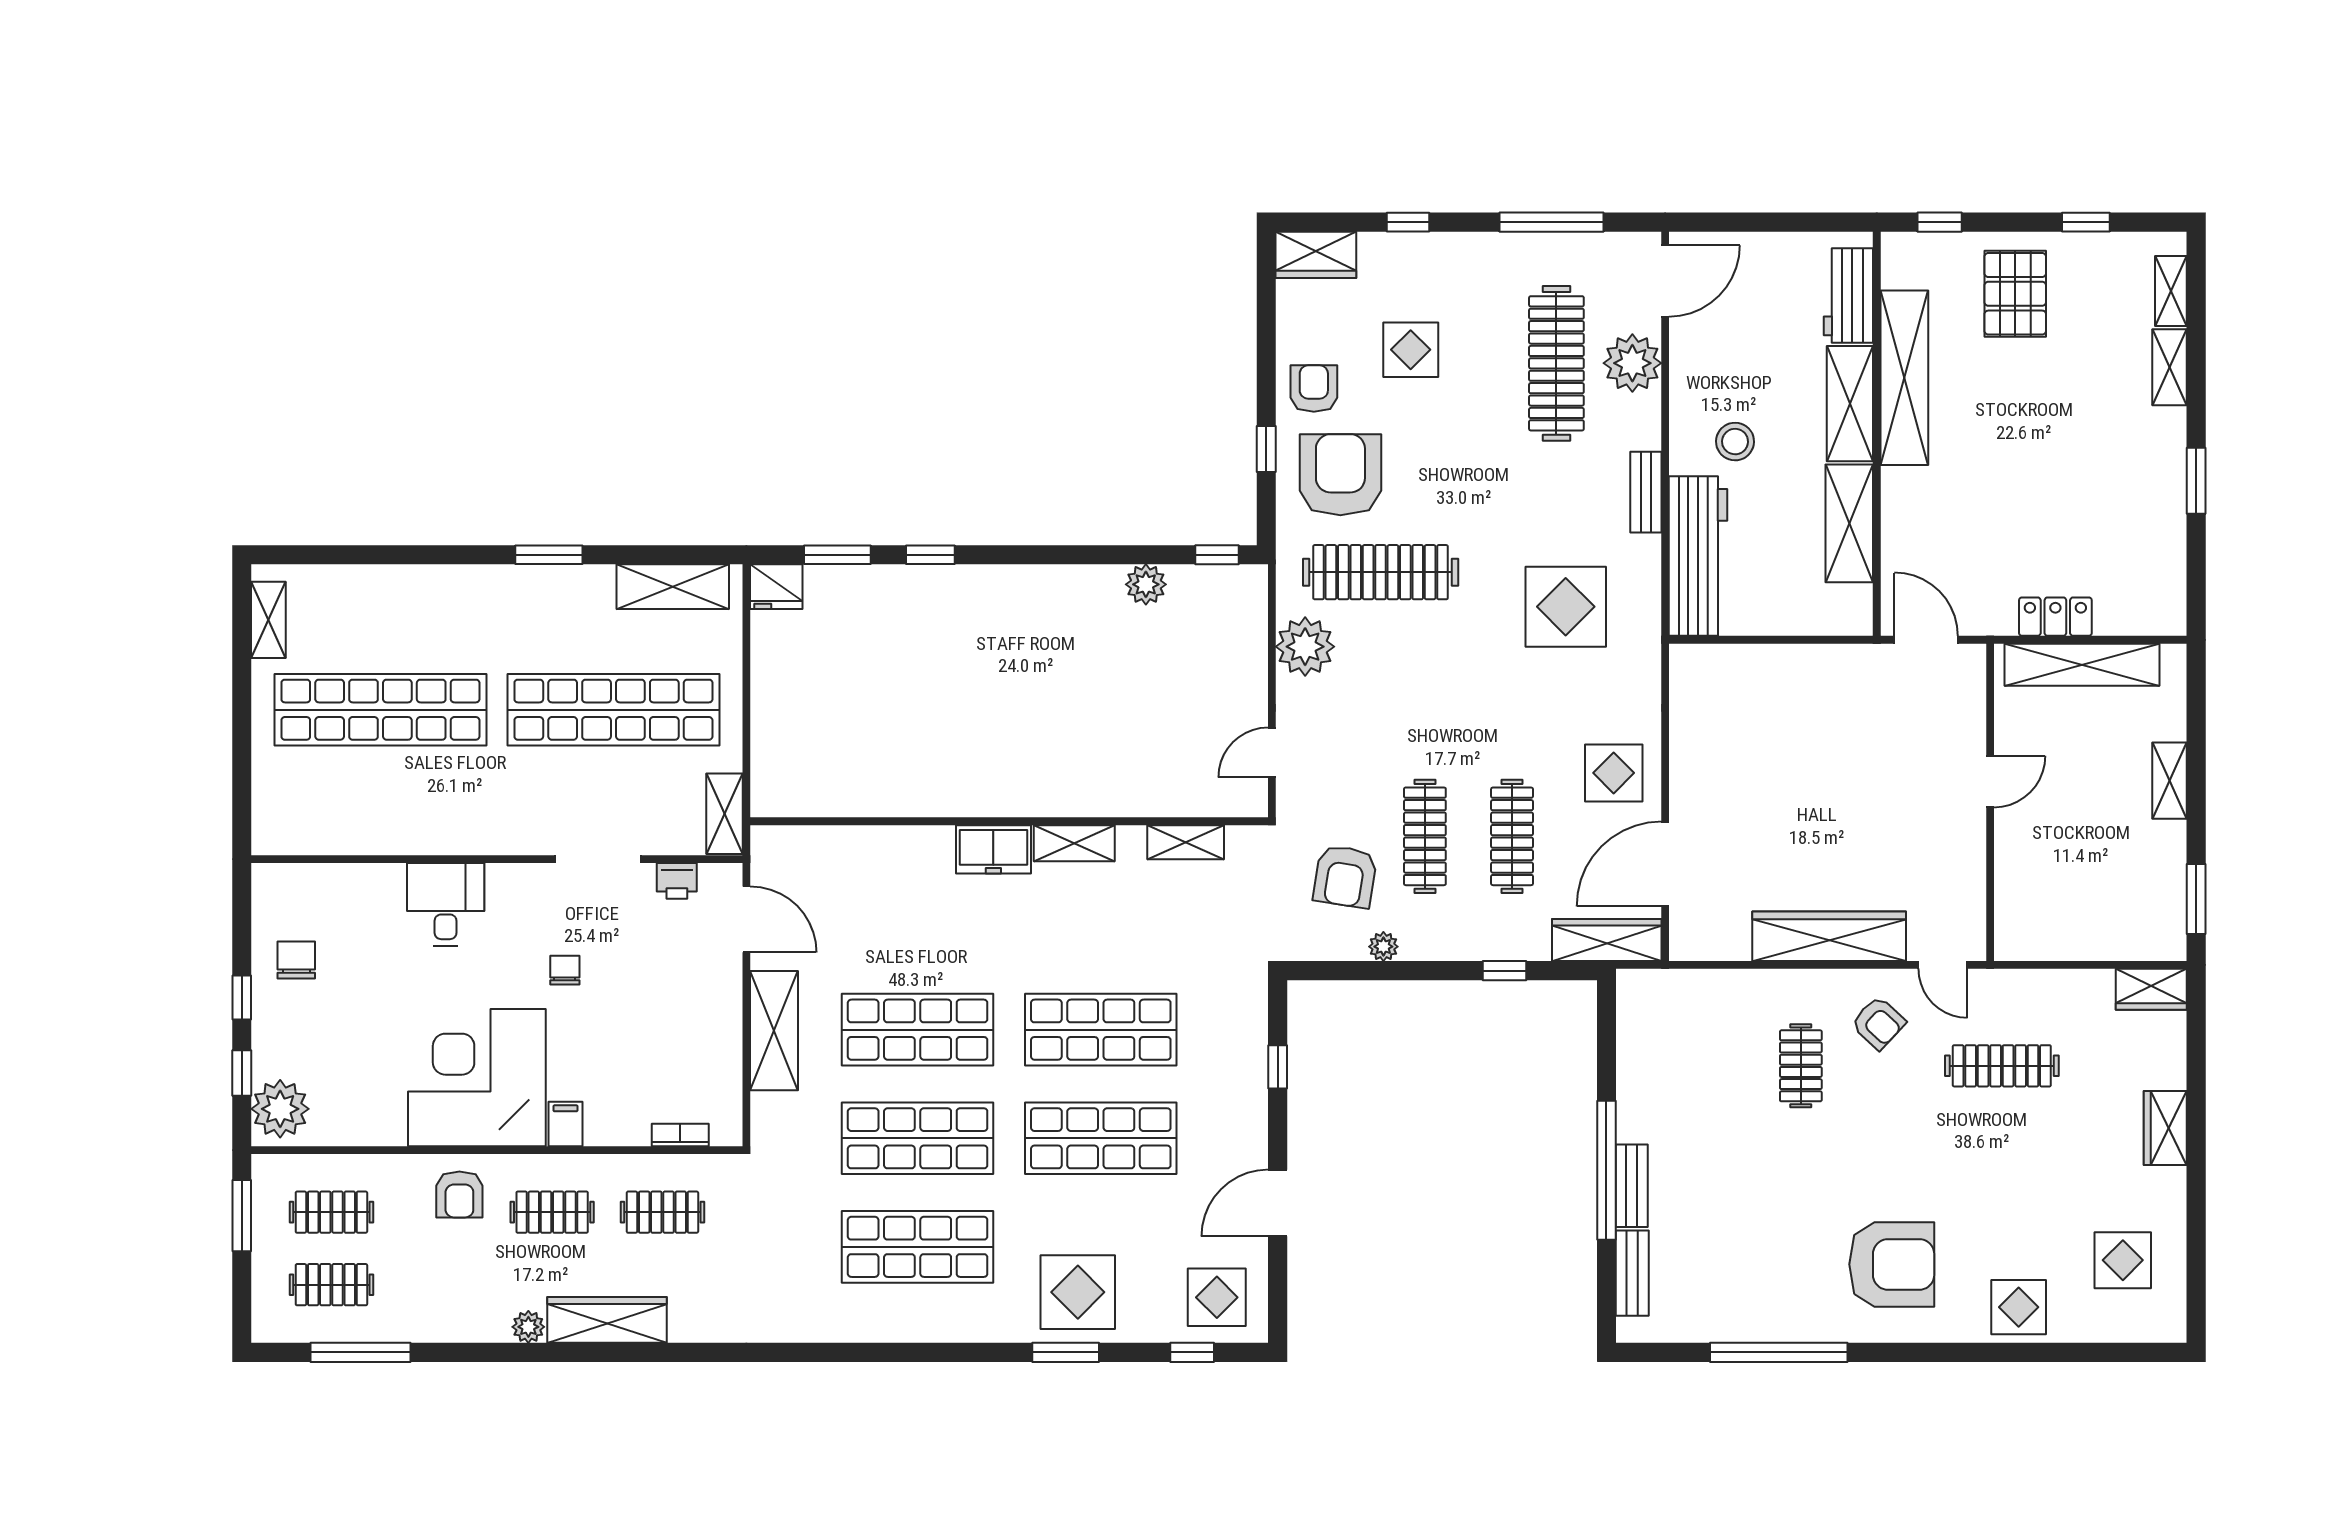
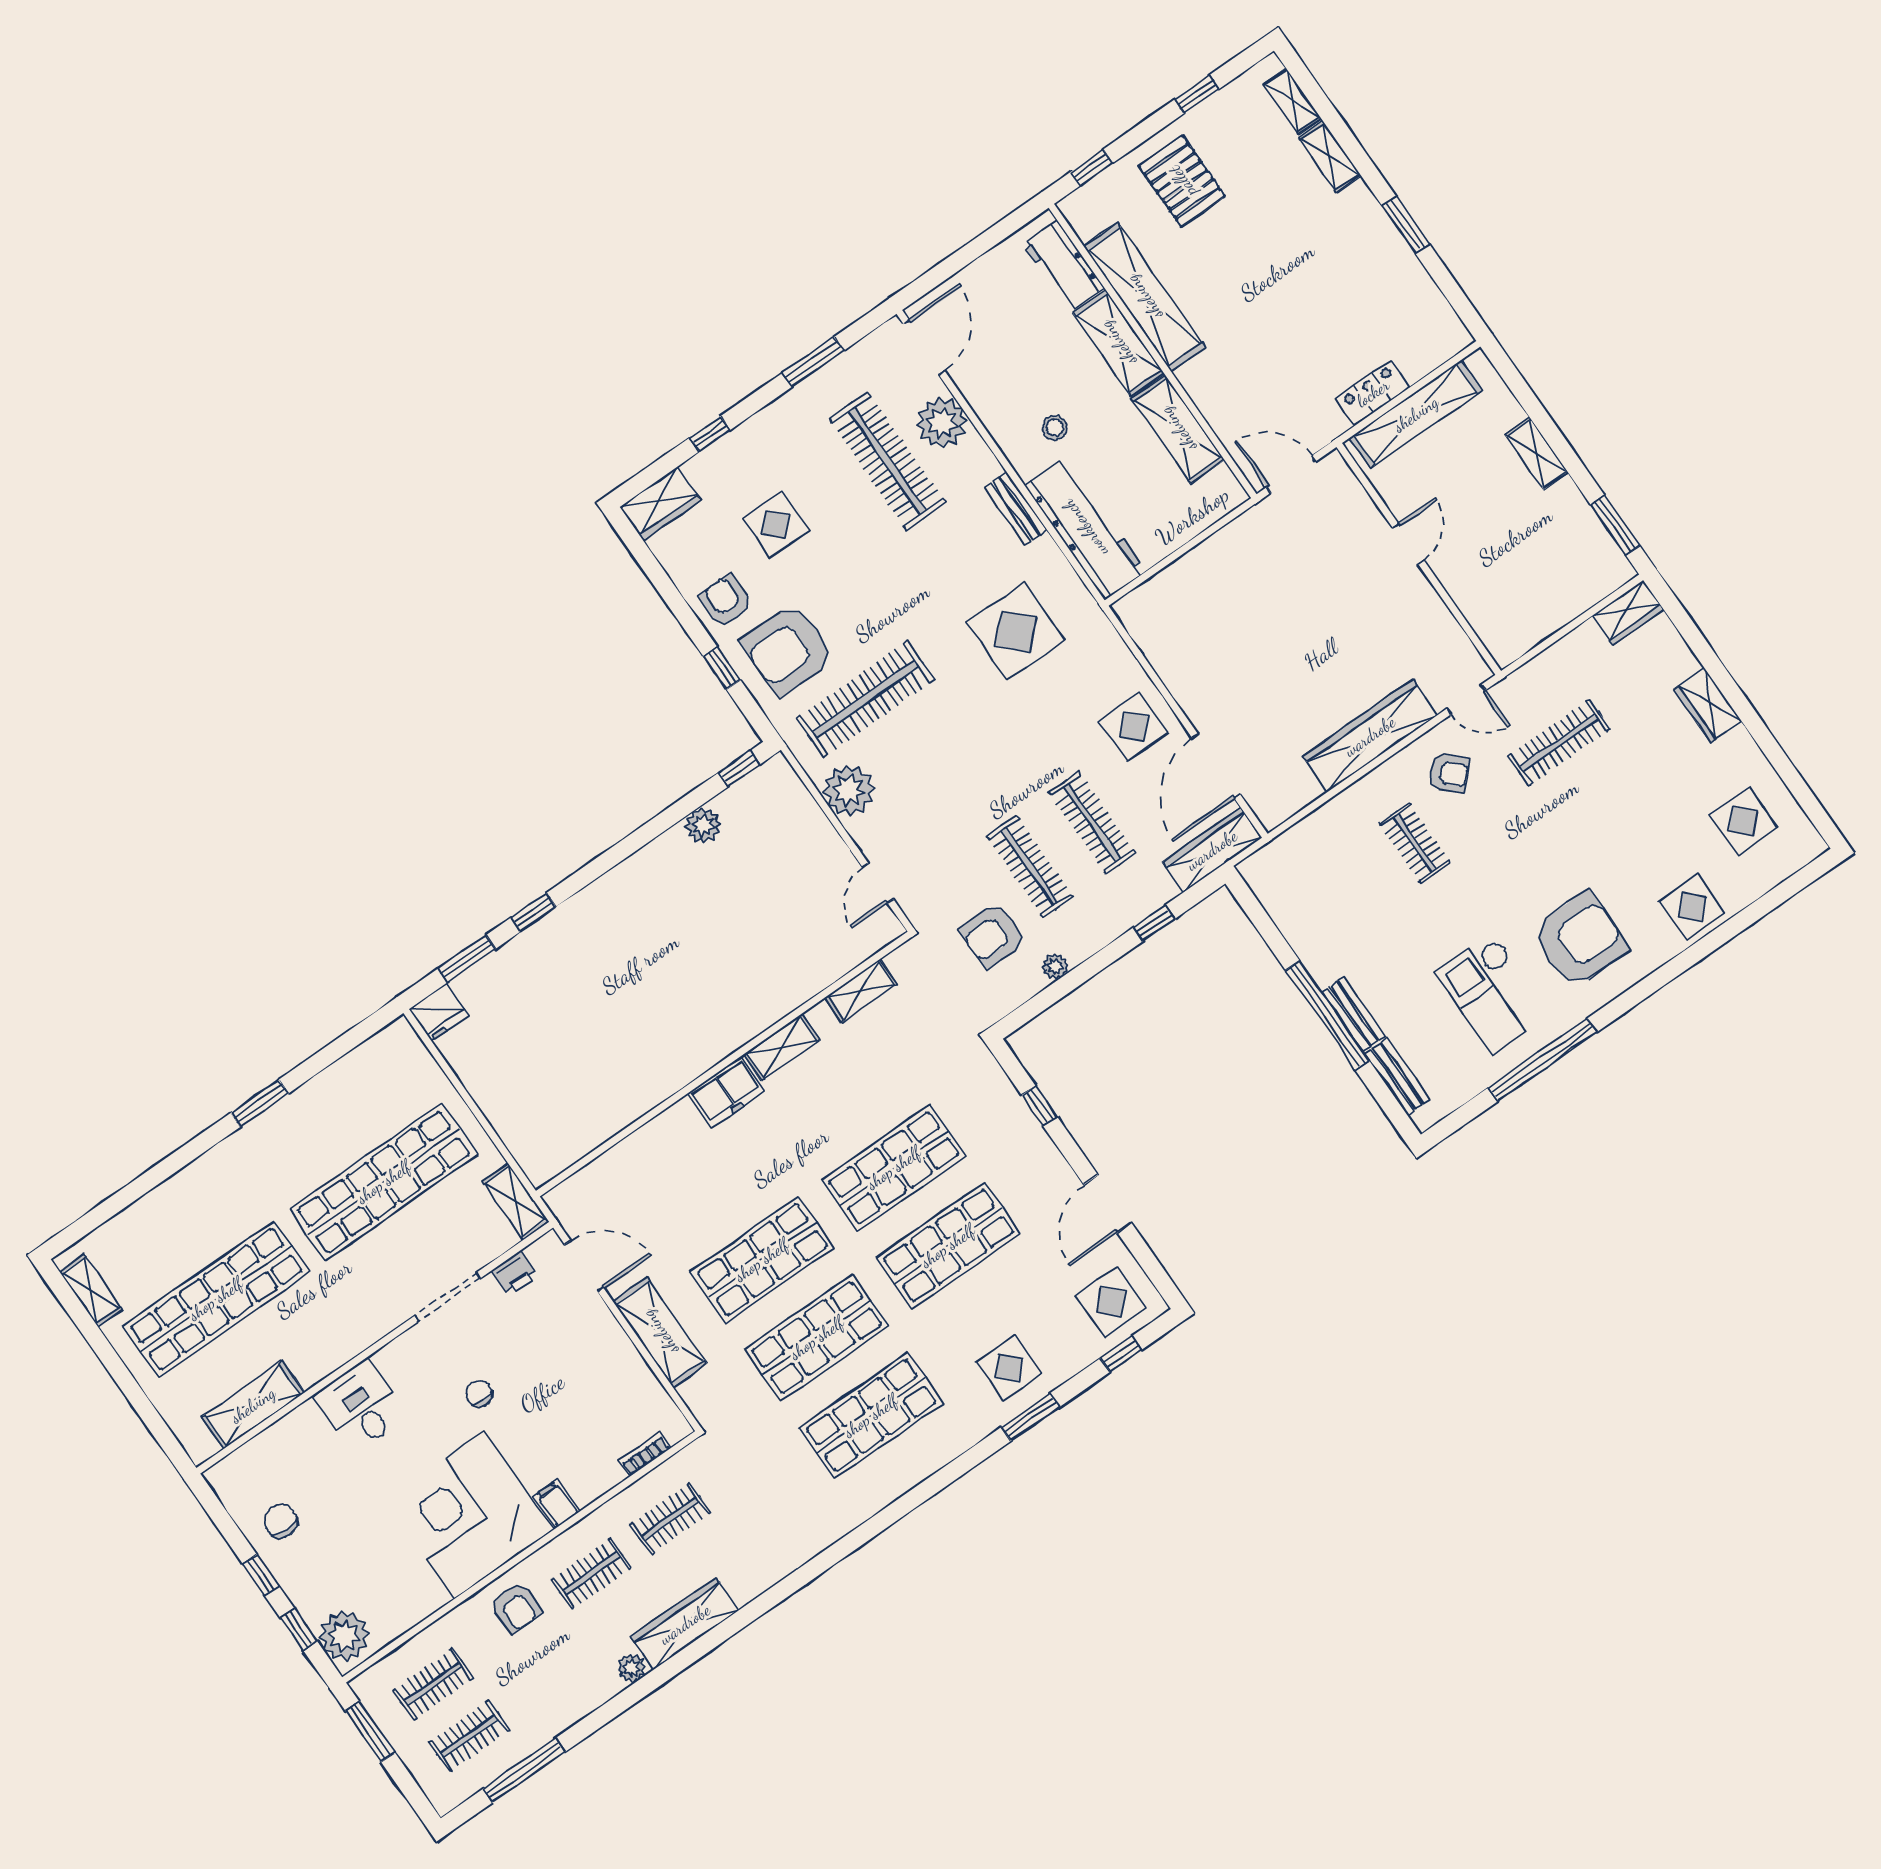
window: (1551, 222) -> (813, 362), width x0.69
stool: (1735, 442) -> (1055, 428), width x0.73, depth x0.73
armchair: (1340, 475) -> (788, 649), turned -90
shelving: (673, 587) -> (253, 1405), moved
armchair: (1345, 876) -> (993, 935), turned 81
checkout: (1776, 1257) -> (1493, 993), added
display table: (1078, 1292) -> (1009, 1368), width x0.73, depth x0.73

